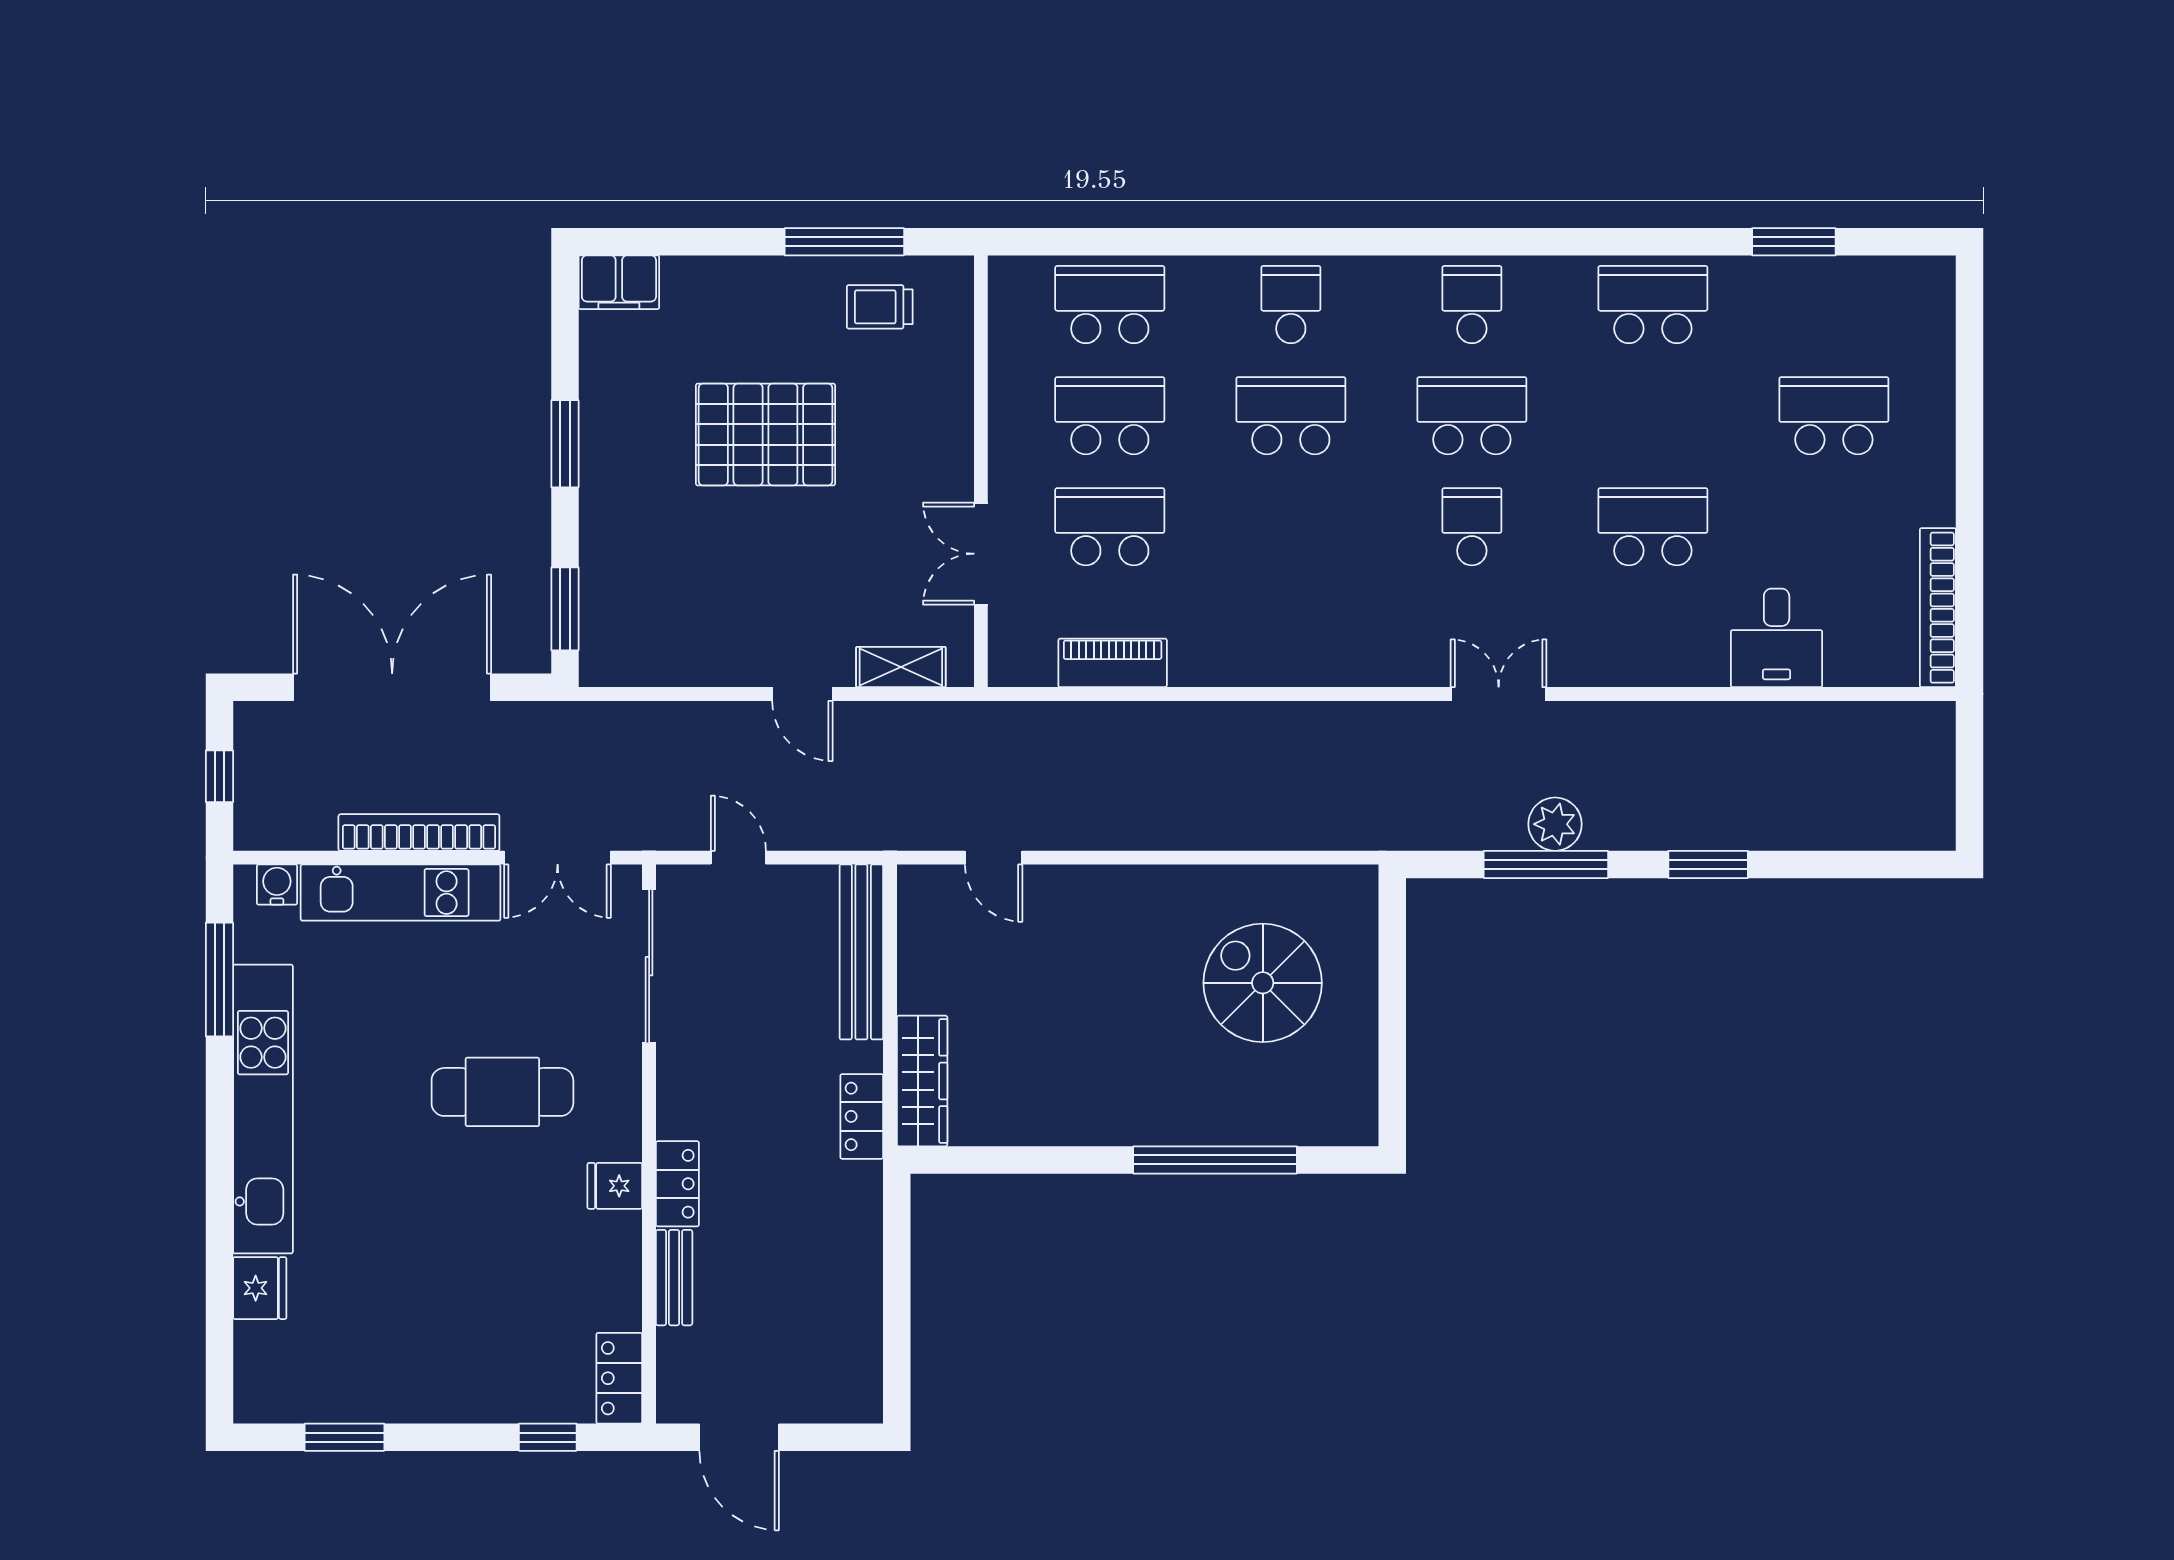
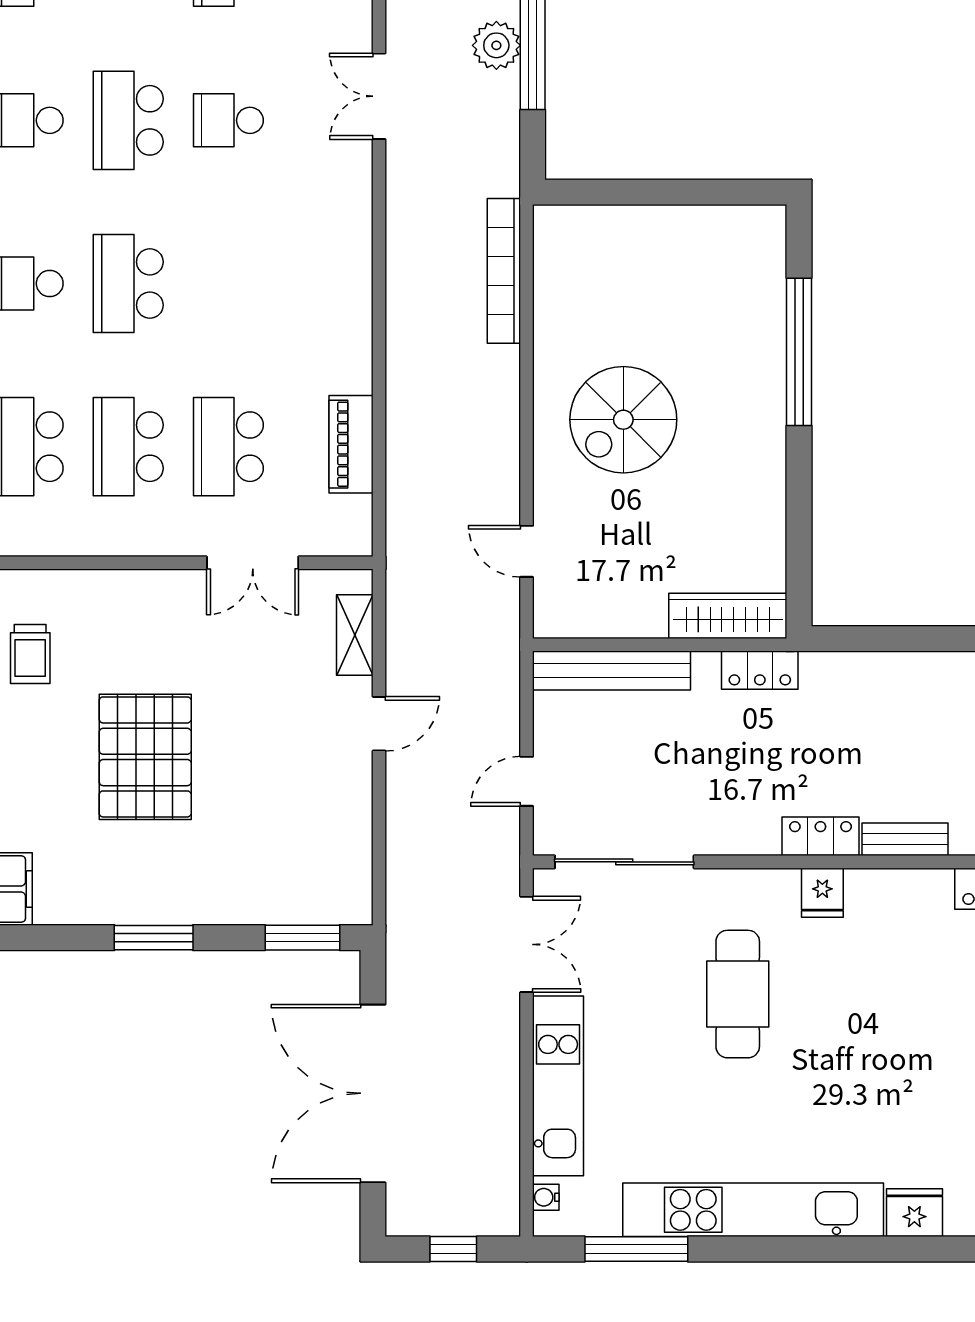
bookcase: (419, 833) -> (504, 271), moved
door: (994, 858) -> (527, 551), swing flipped
water cooler: (277, 885) -> (546, 1197), width x0.72, depth x0.72
spiral stairs: (1263, 983) -> (623, 420), moved

